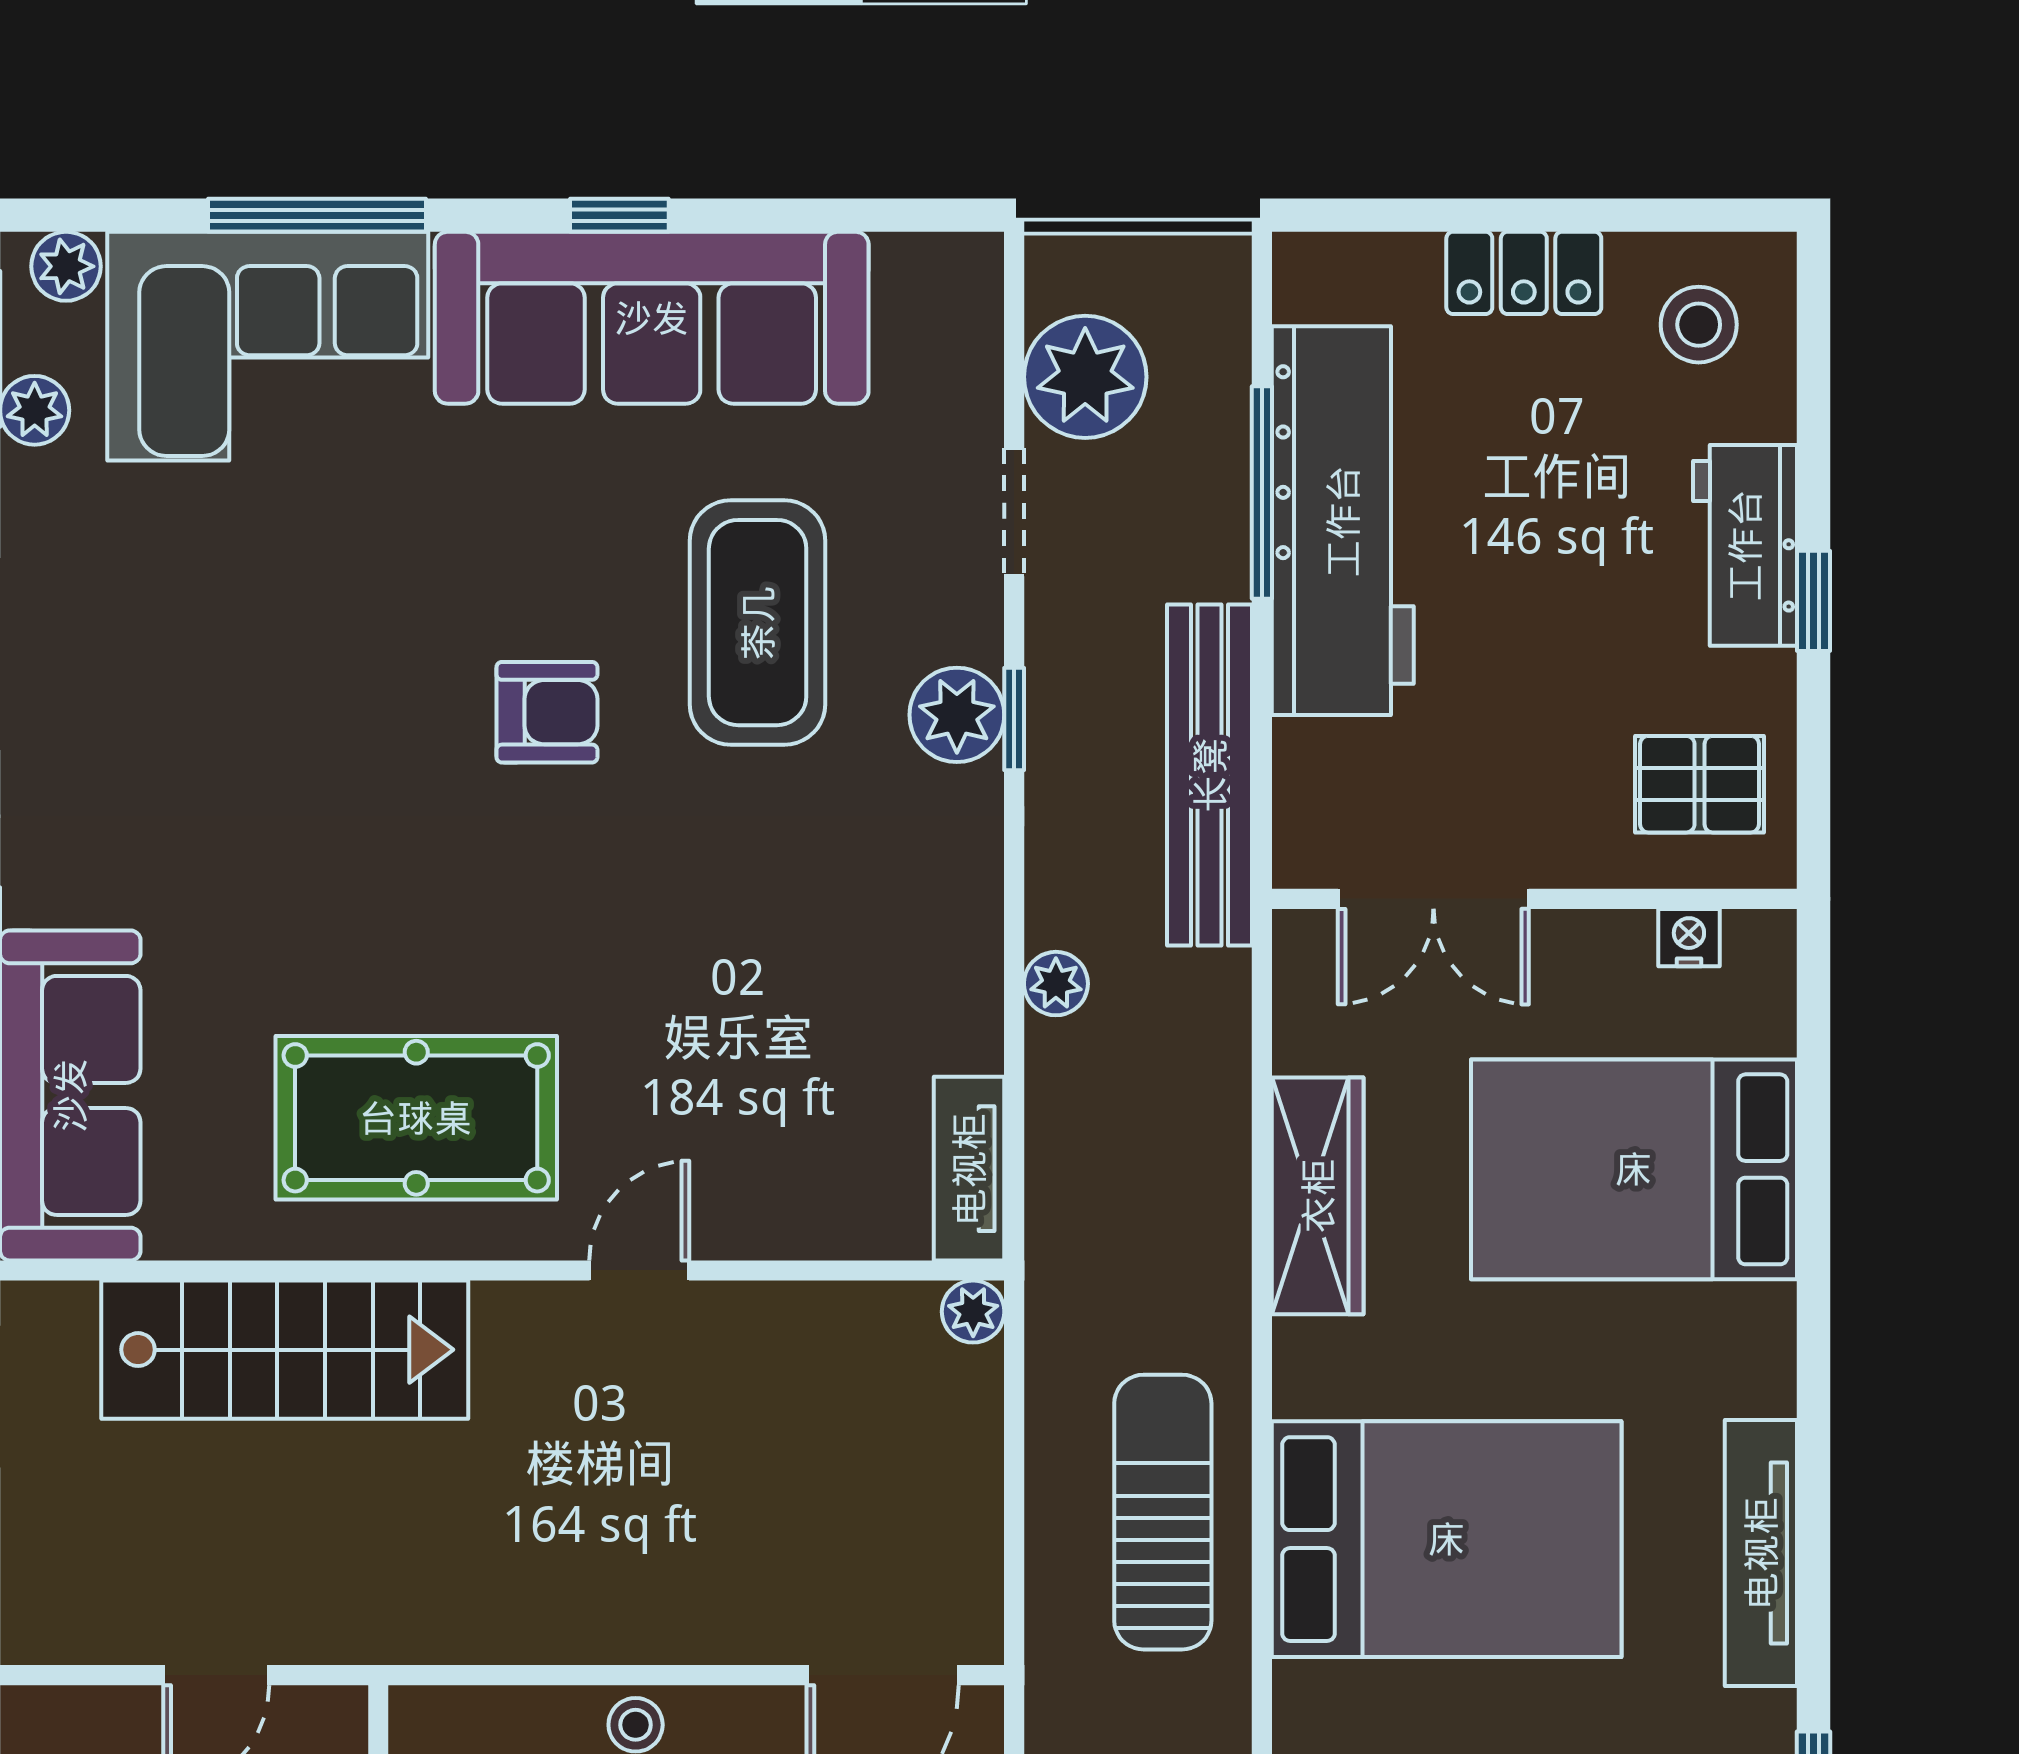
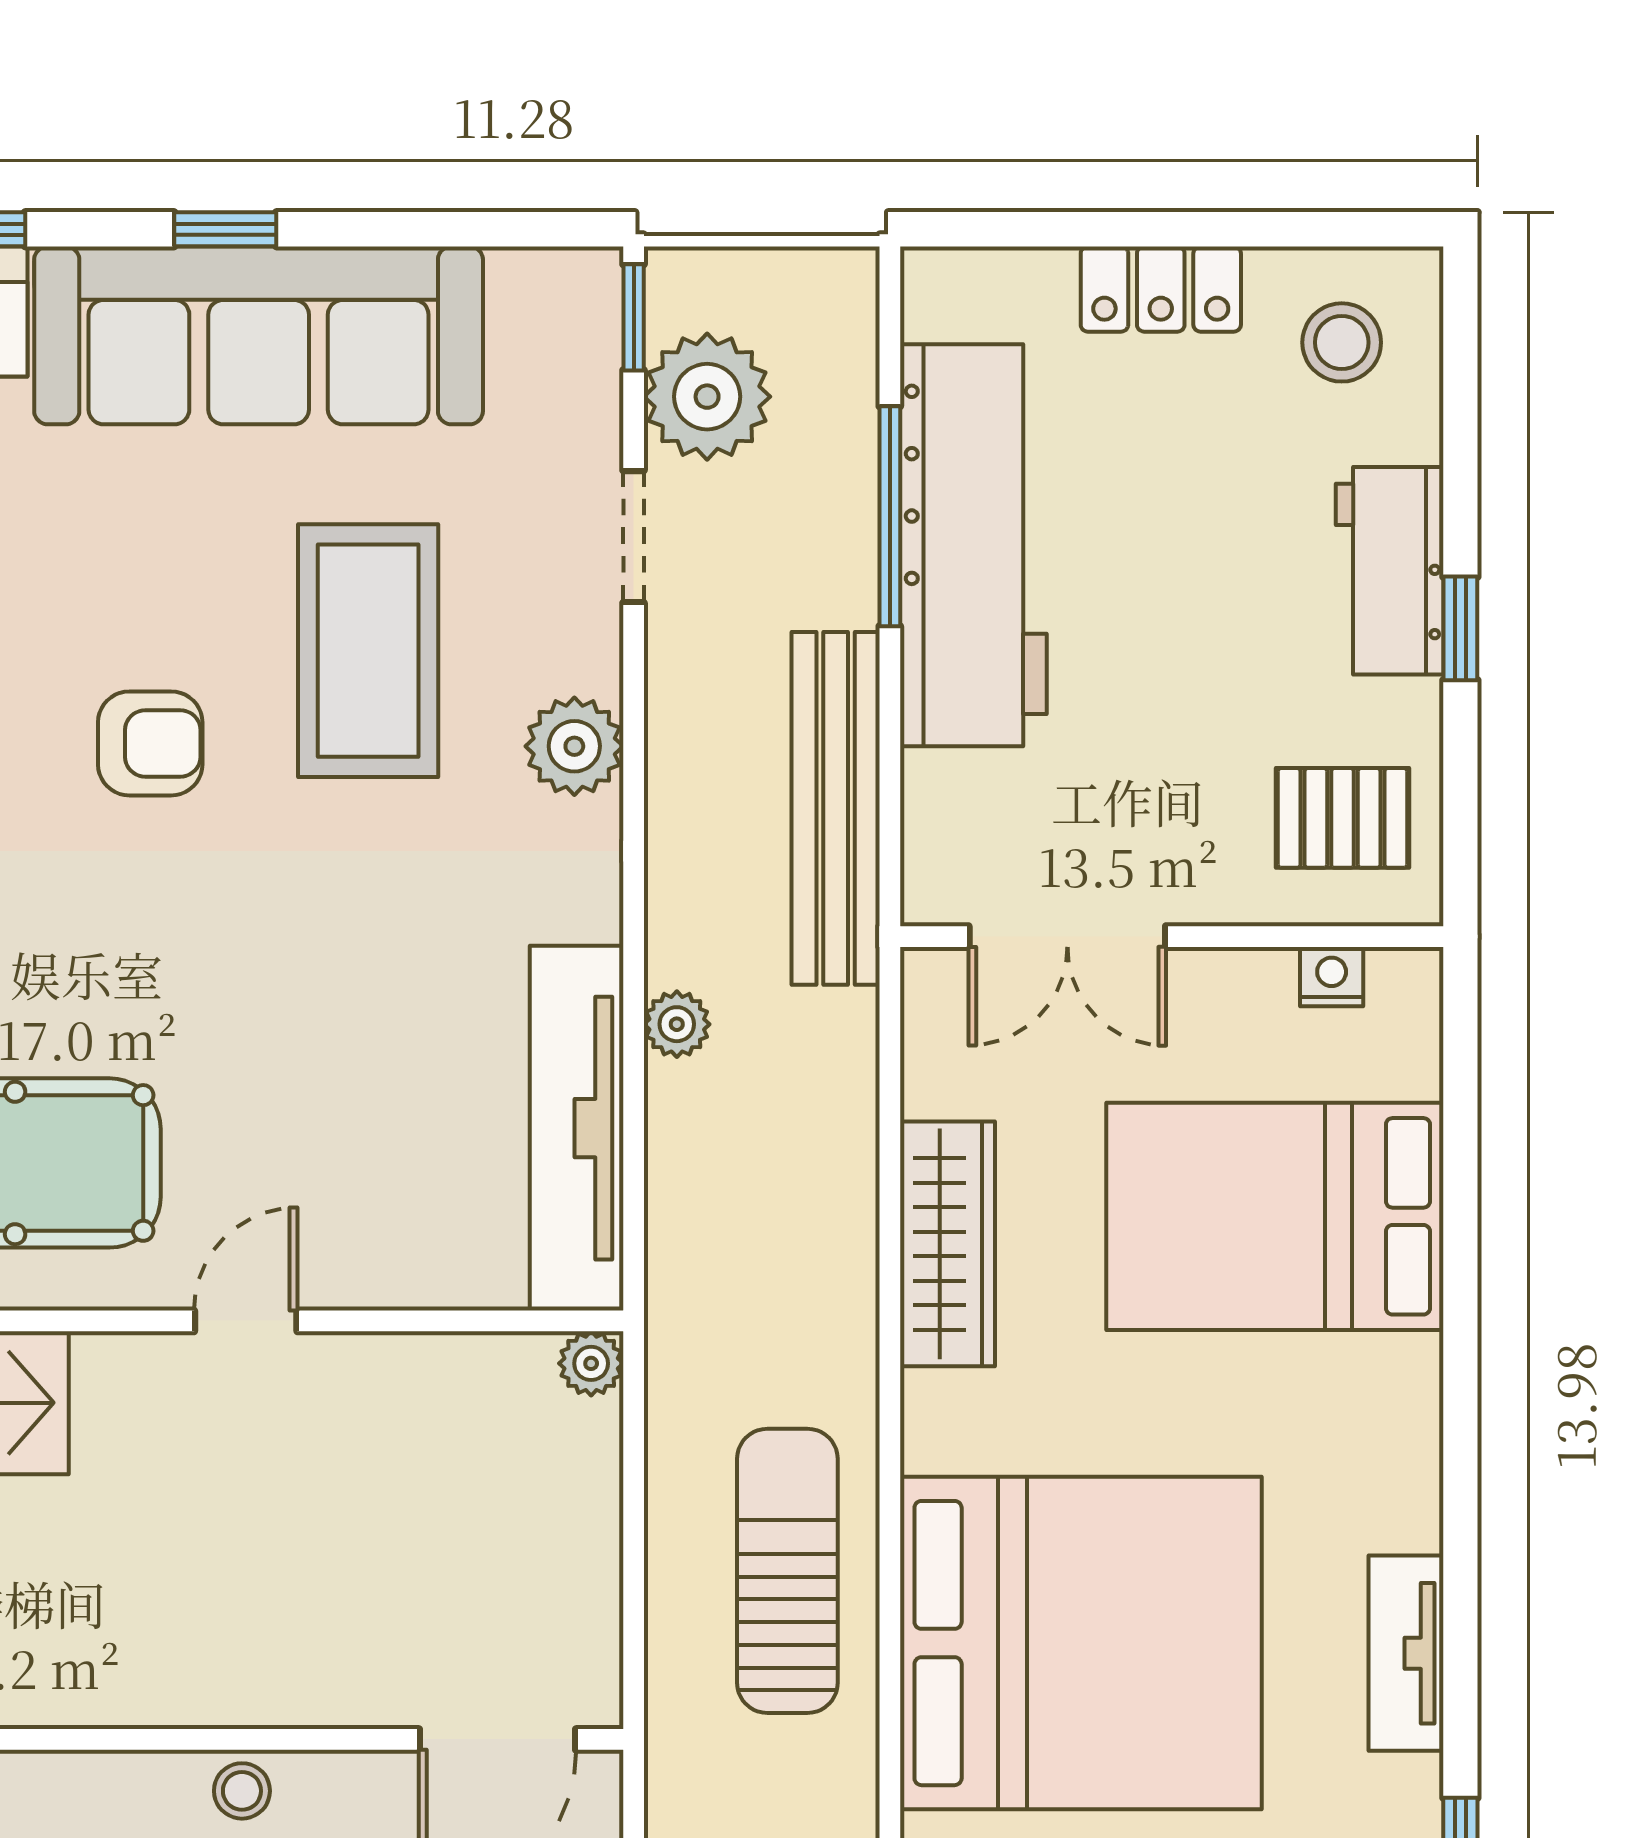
window: (1014, 719) -> (634, 317), moved
tv unit: (969, 1169) -> (577, 1128), width x1.92, depth x1.29
bed: (1447, 1539) -> (1081, 1643), width x1.36
tv unit: (1761, 1553) -> (1406, 1653), width x0.71

